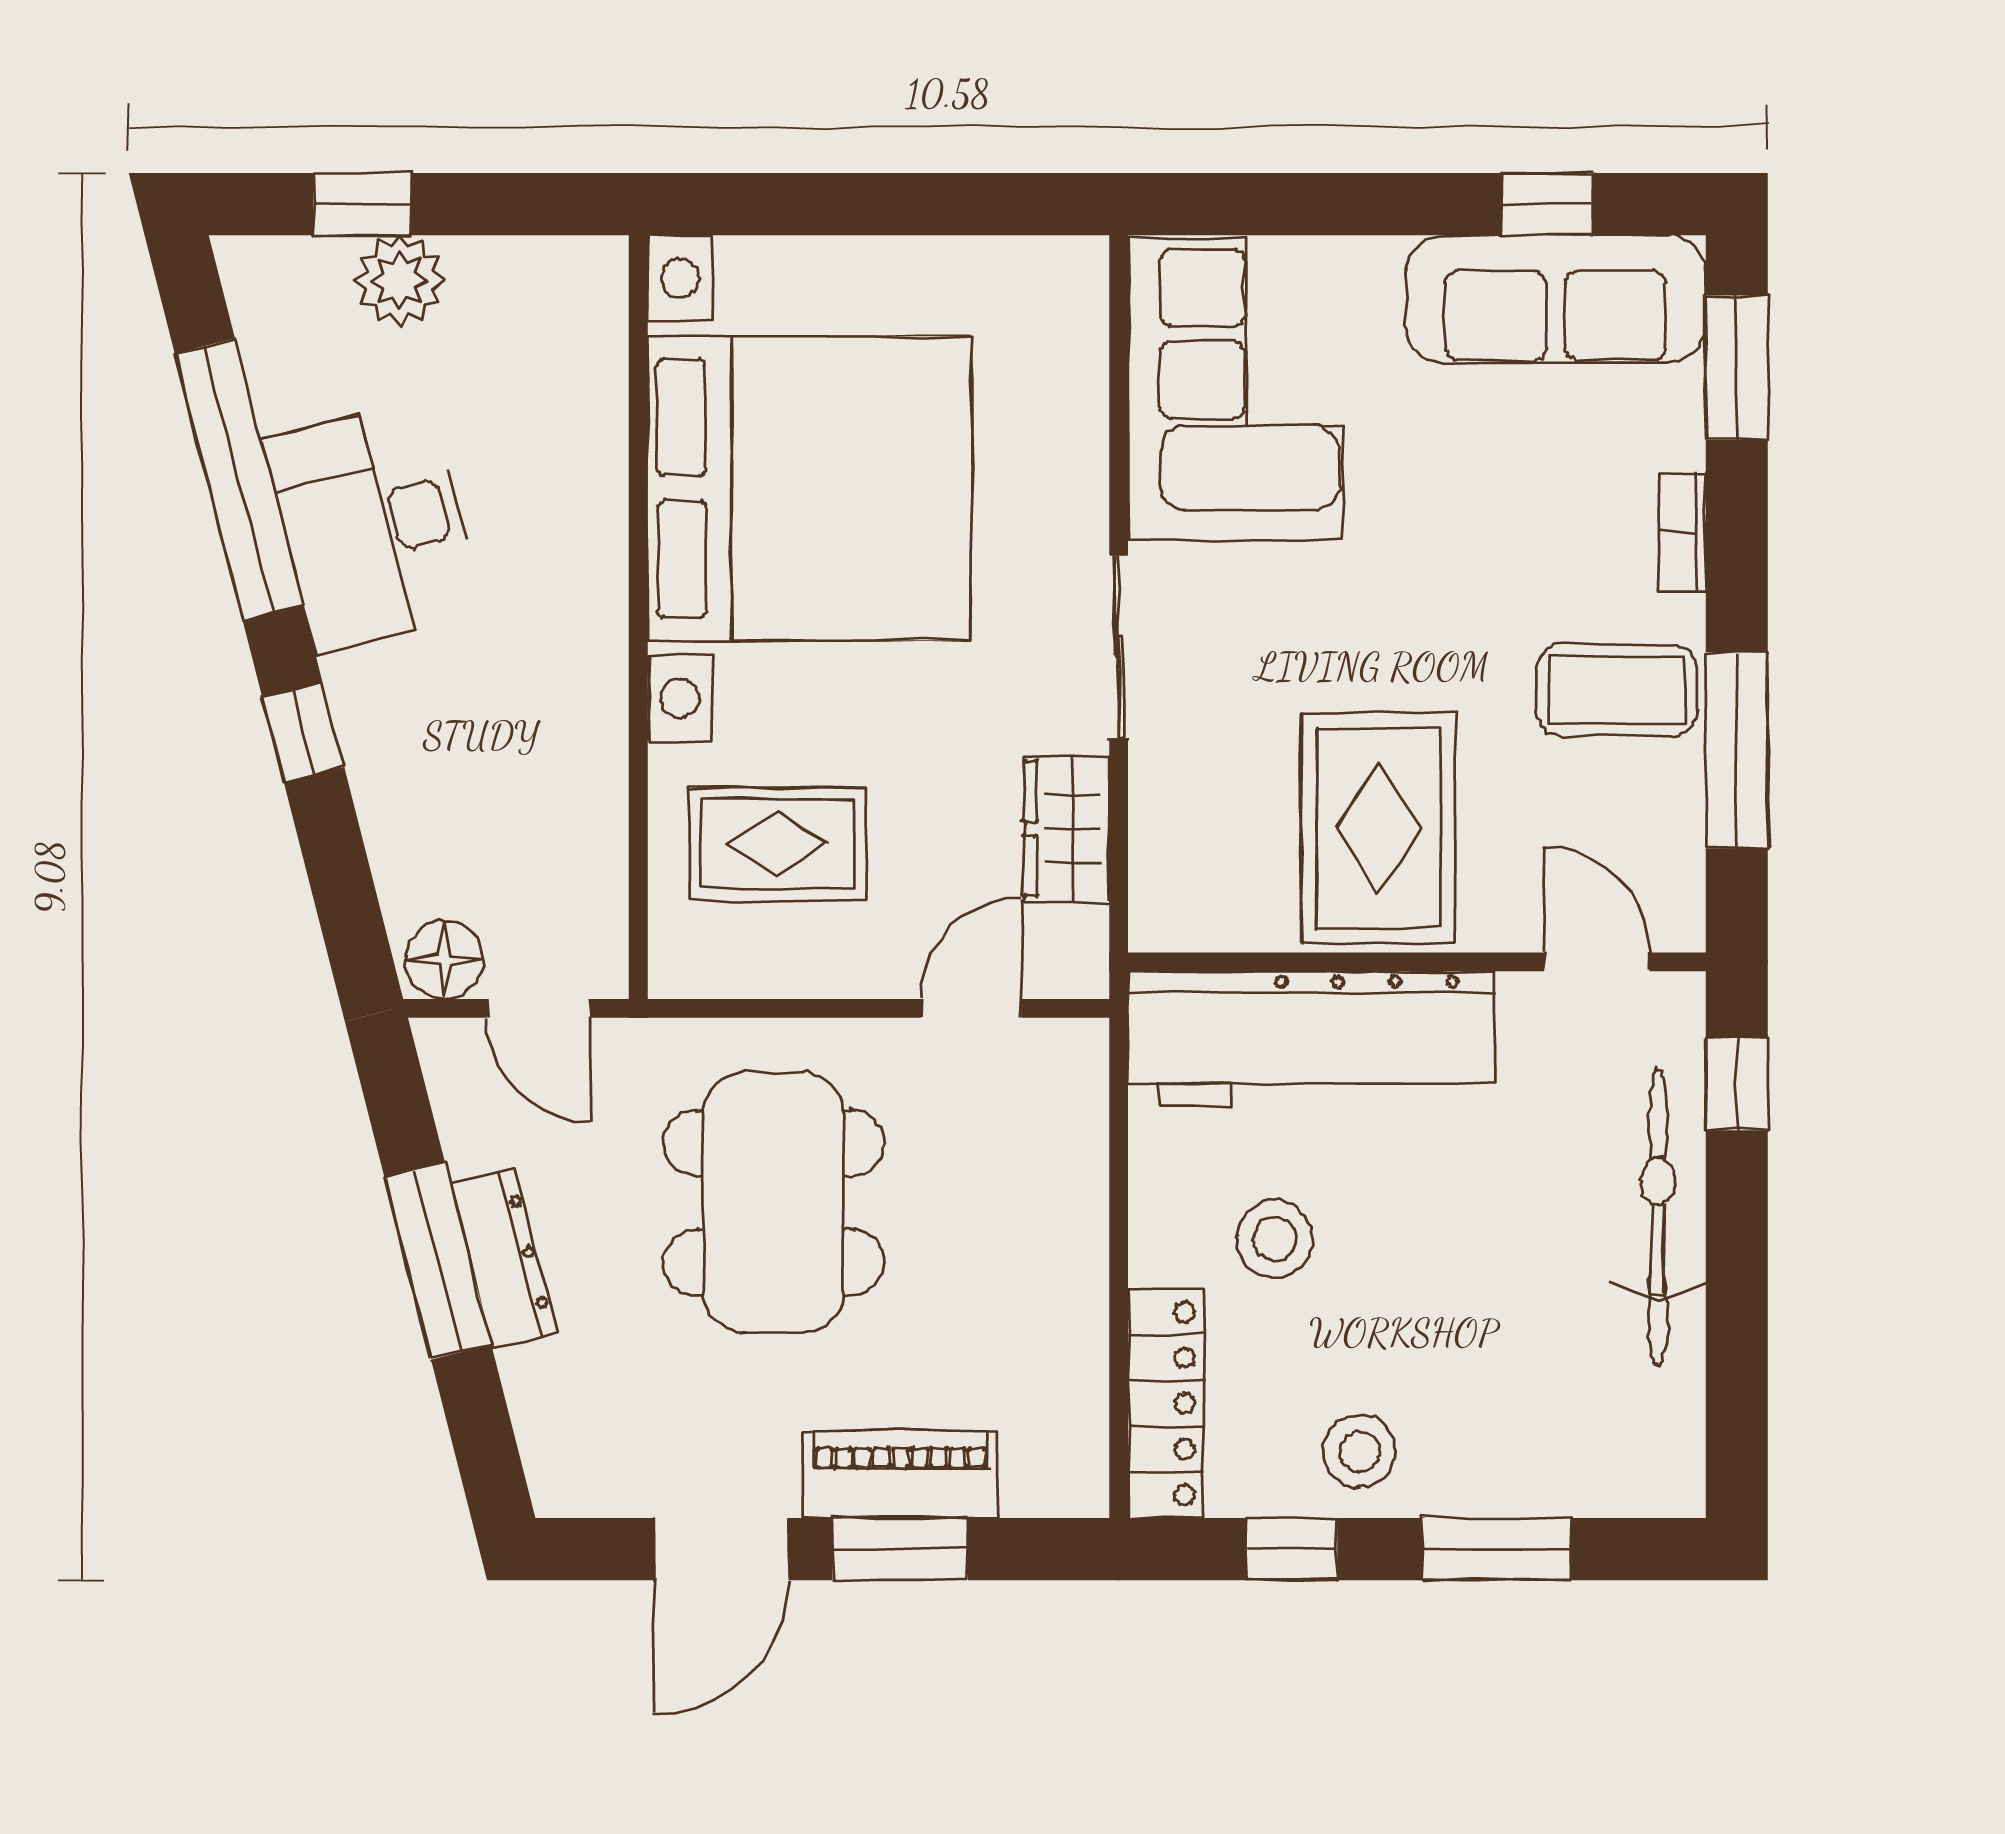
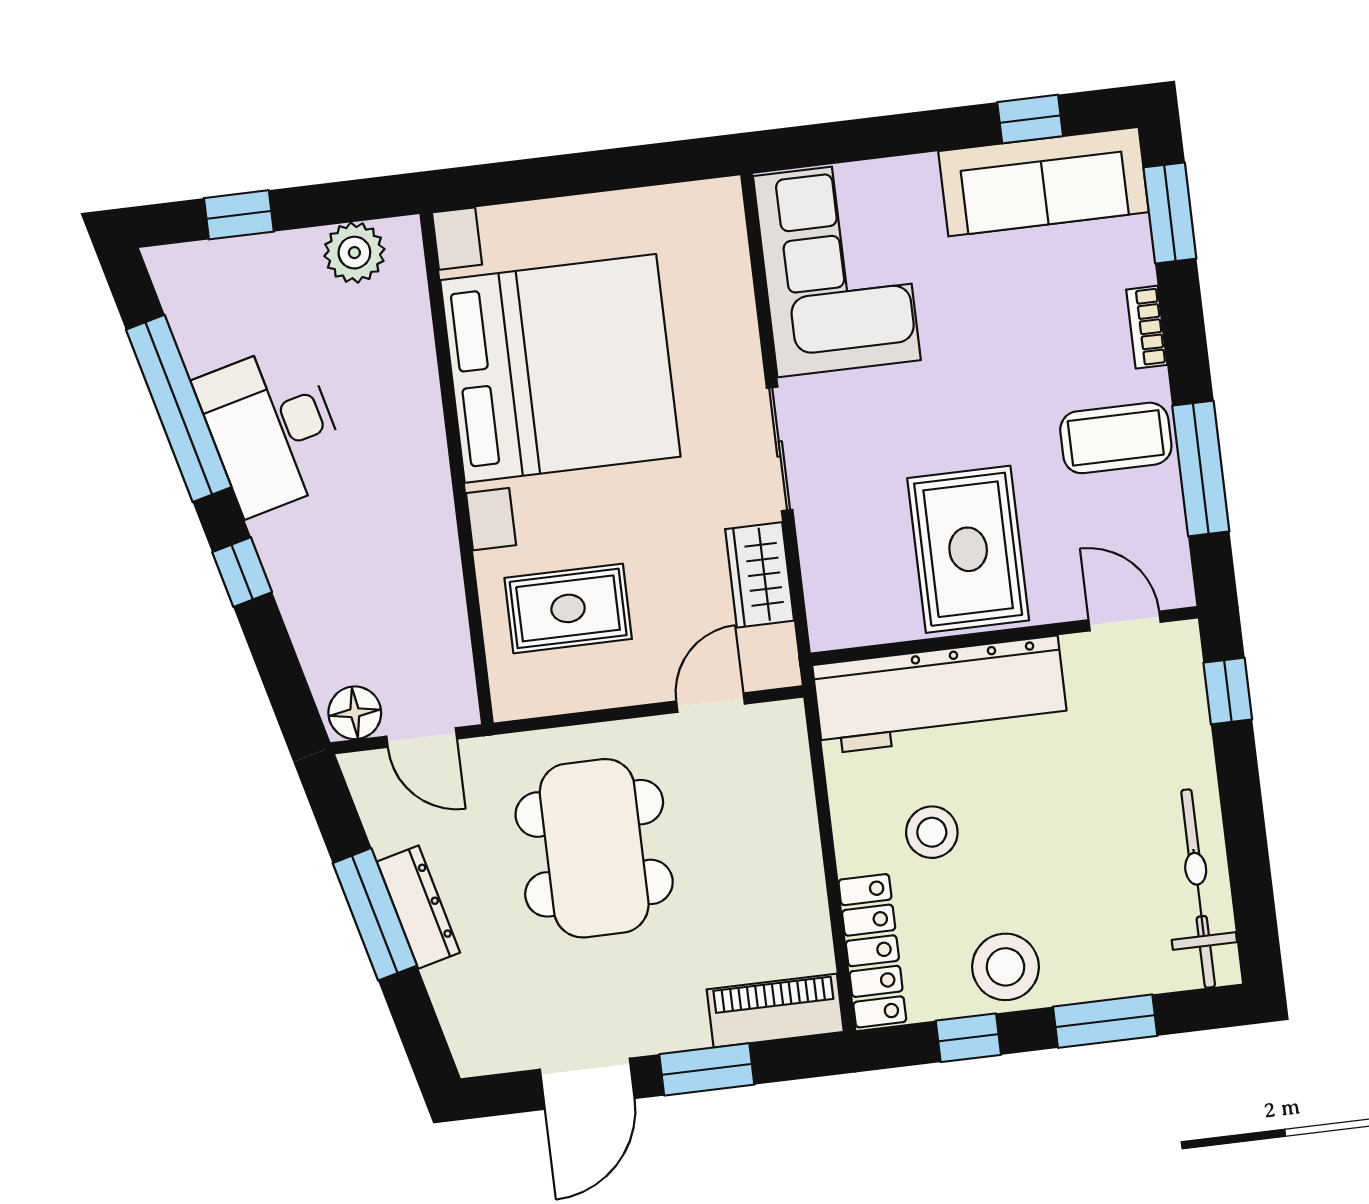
plant: (400, 281) -> (354, 253), moved
bicycle: (1658, 1217) -> (1198, 889), moved
stool: (1359, 1451) -> (1006, 967), width x1.38, depth x1.38
piano: (901, 1474) -> (775, 1011), moved

